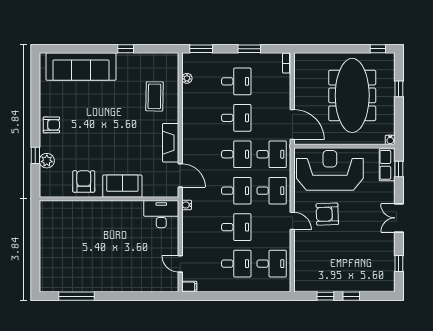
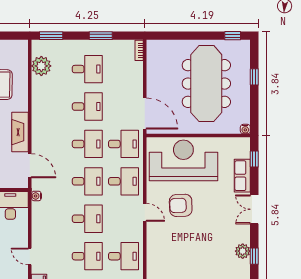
plant: (187, 78) -> (41, 66), width x1.88, depth x1.88
row of seats: (387, 165) -> (242, 176), moved
plant: (388, 259) -> (243, 251), added

